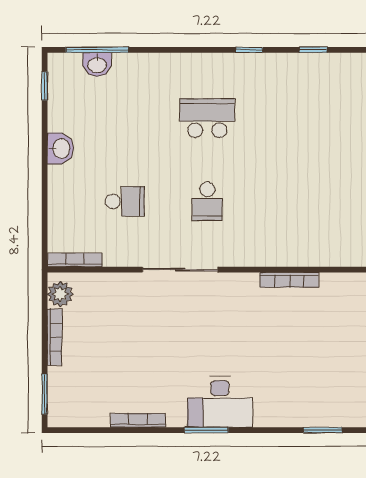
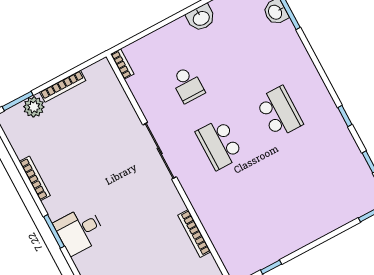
school desk: (207, 201) -> (219, 144), width x1.85
bookcase: (75, 260) -> (122, 64), width x0.64
plant: (60, 294) -> (34, 107), moved
desk: (220, 402) -> (80, 230), width x0.73

